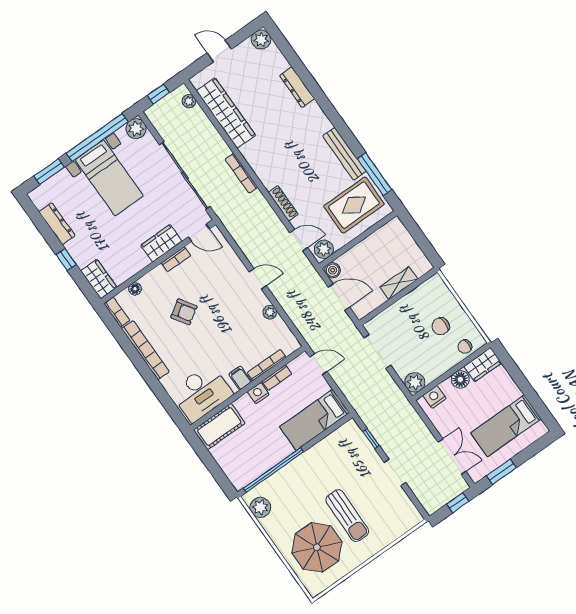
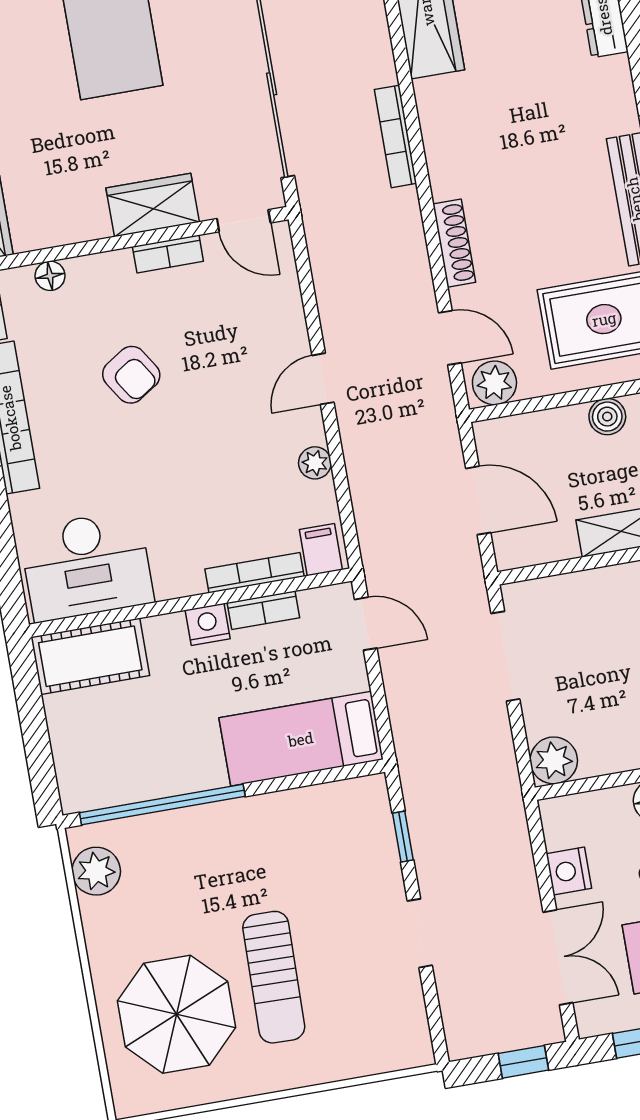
boiler: (333, 270) -> (607, 417), moved
door: (258, 279) -> (323, 379), swing flipped
filing cabinet: (240, 378) -> (321, 550), moved
nightstand: (435, 397) -> (569, 871), moved, turned -90

